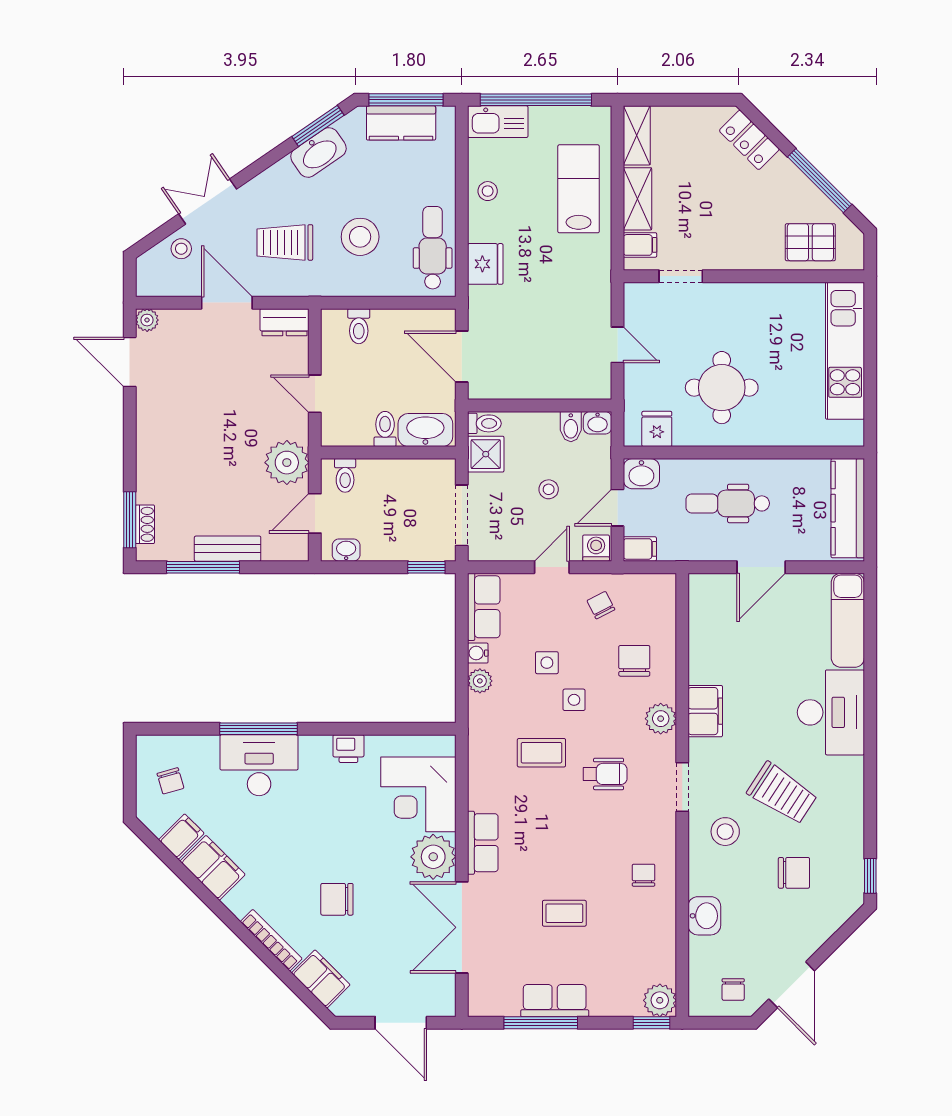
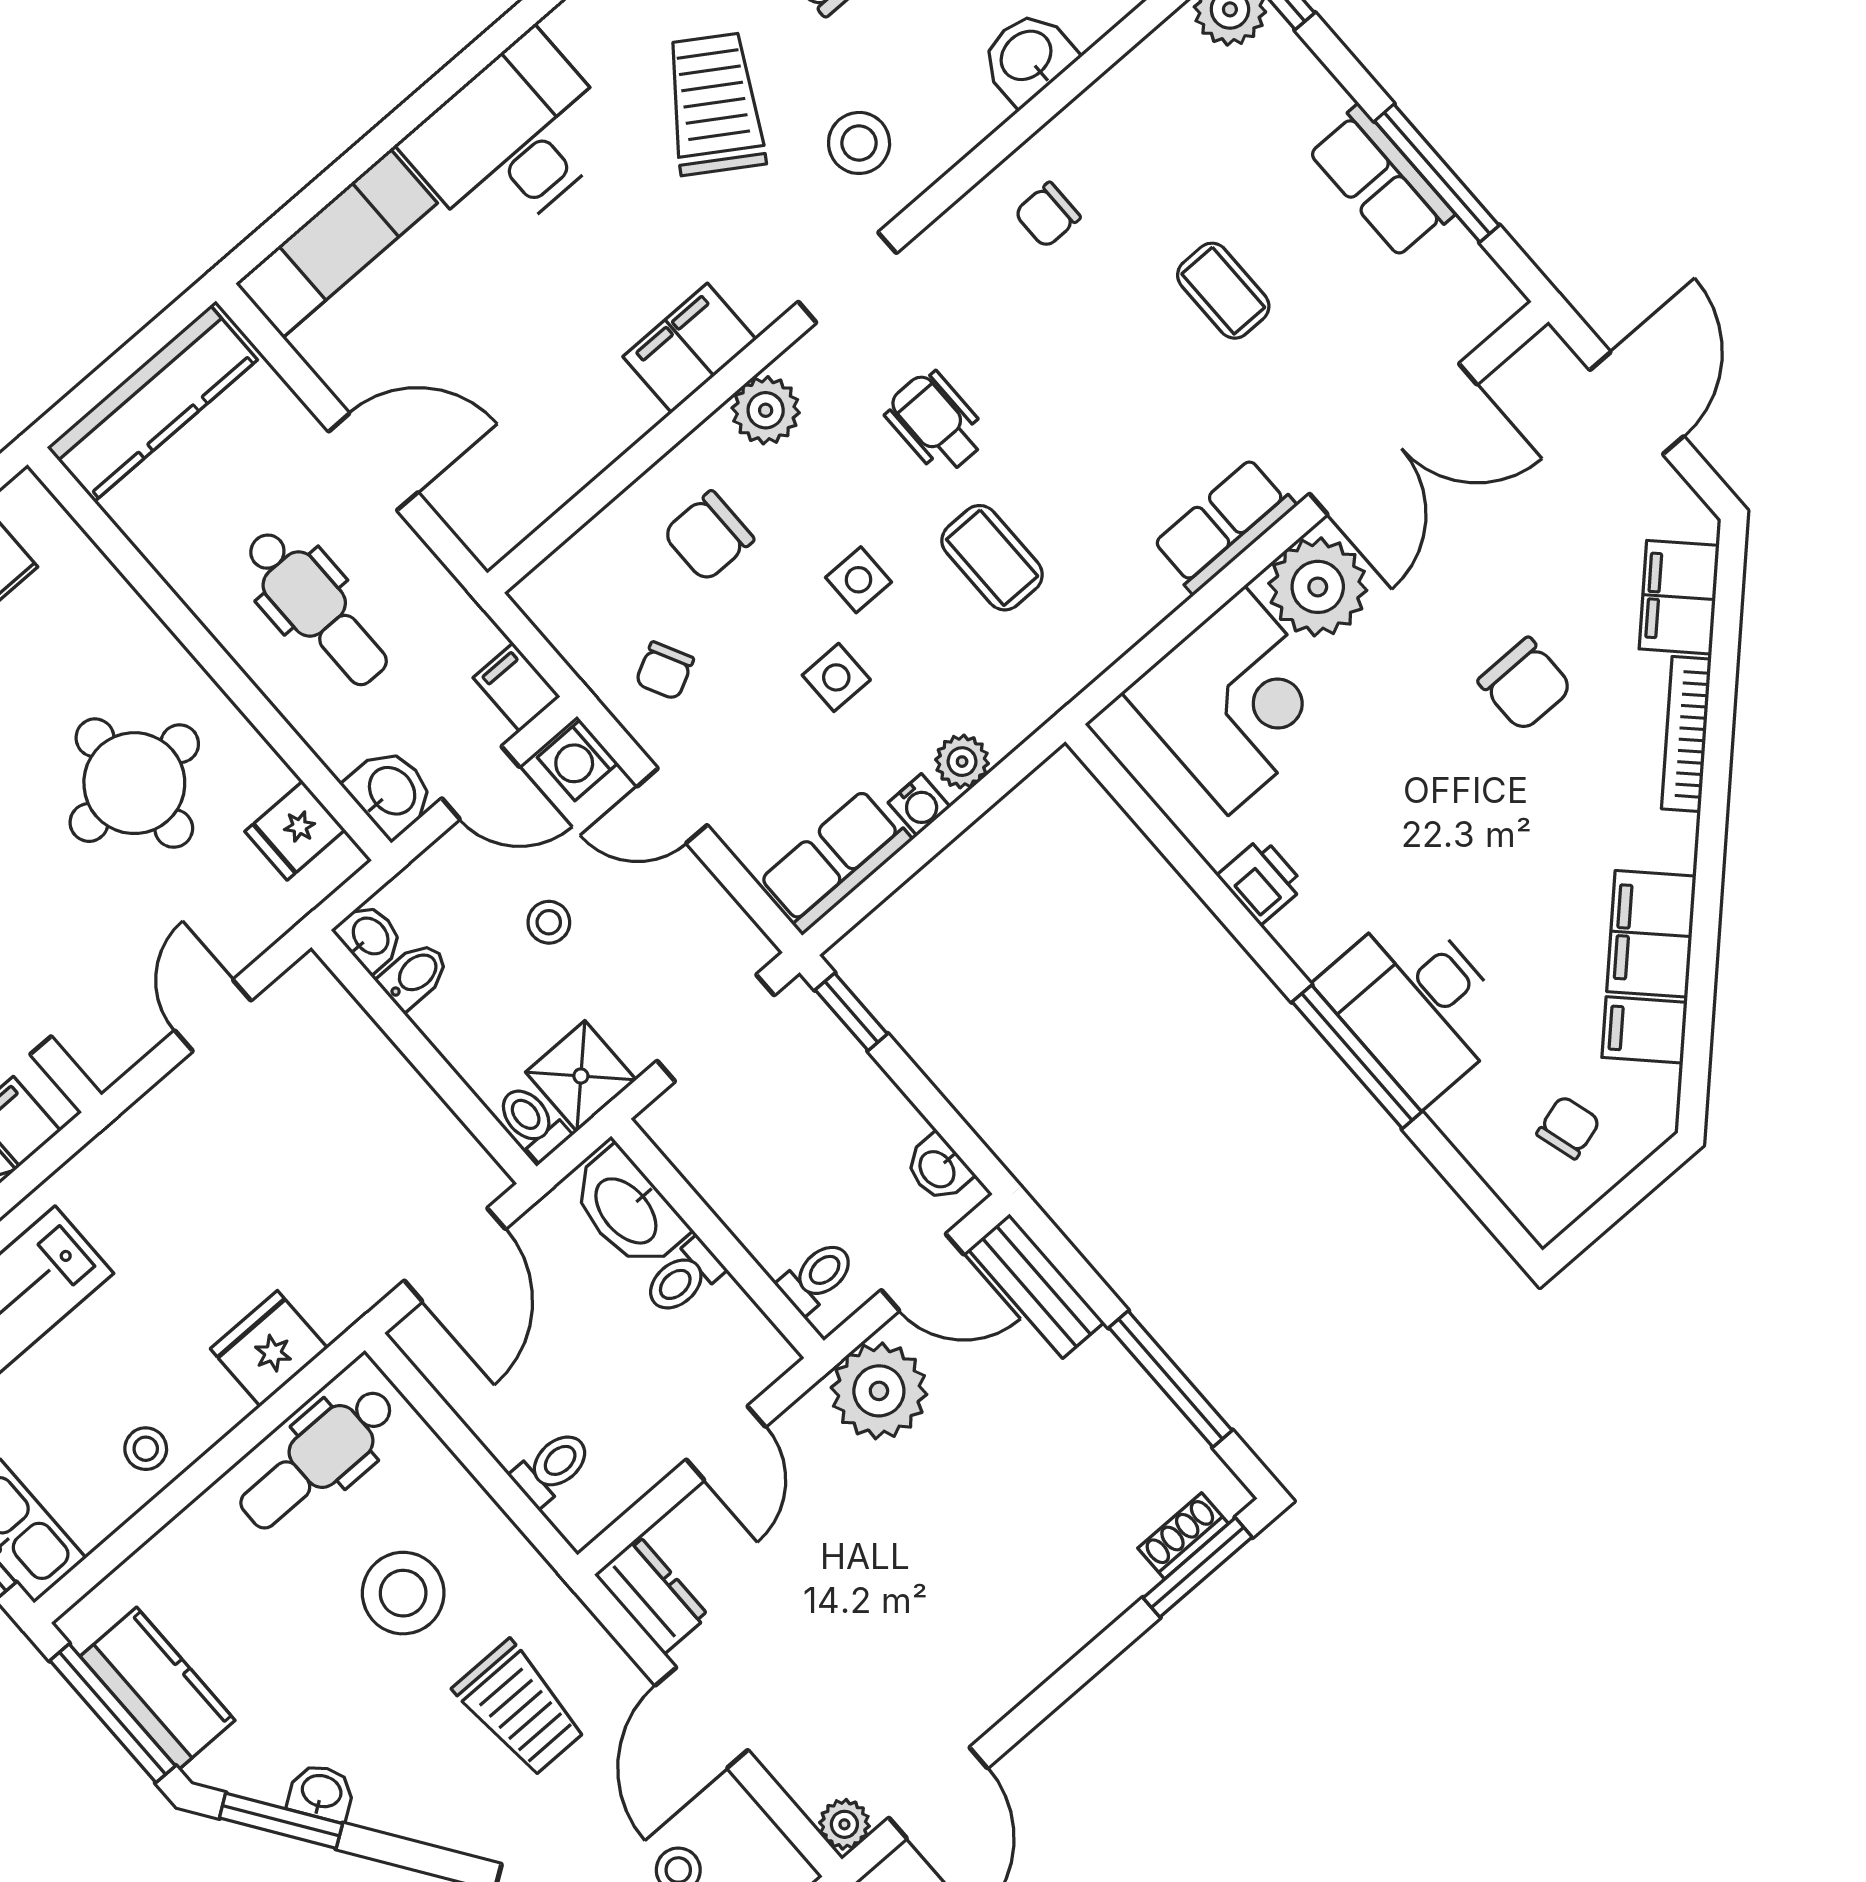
washbasin: (318, 152) -> (321, 1793), width x0.52, depth x0.69
bench: (228, 549) -> (1036, 1286), moved

